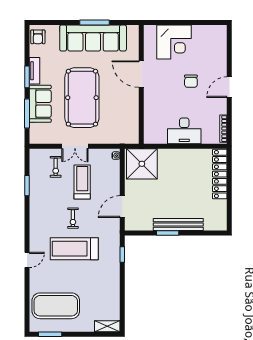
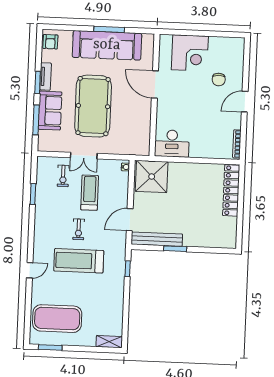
chair: (191, 81) -> (219, 80), moved
desk: (184, 131) -> (172, 143), moved
bench: (178, 225) -> (157, 239), moved

